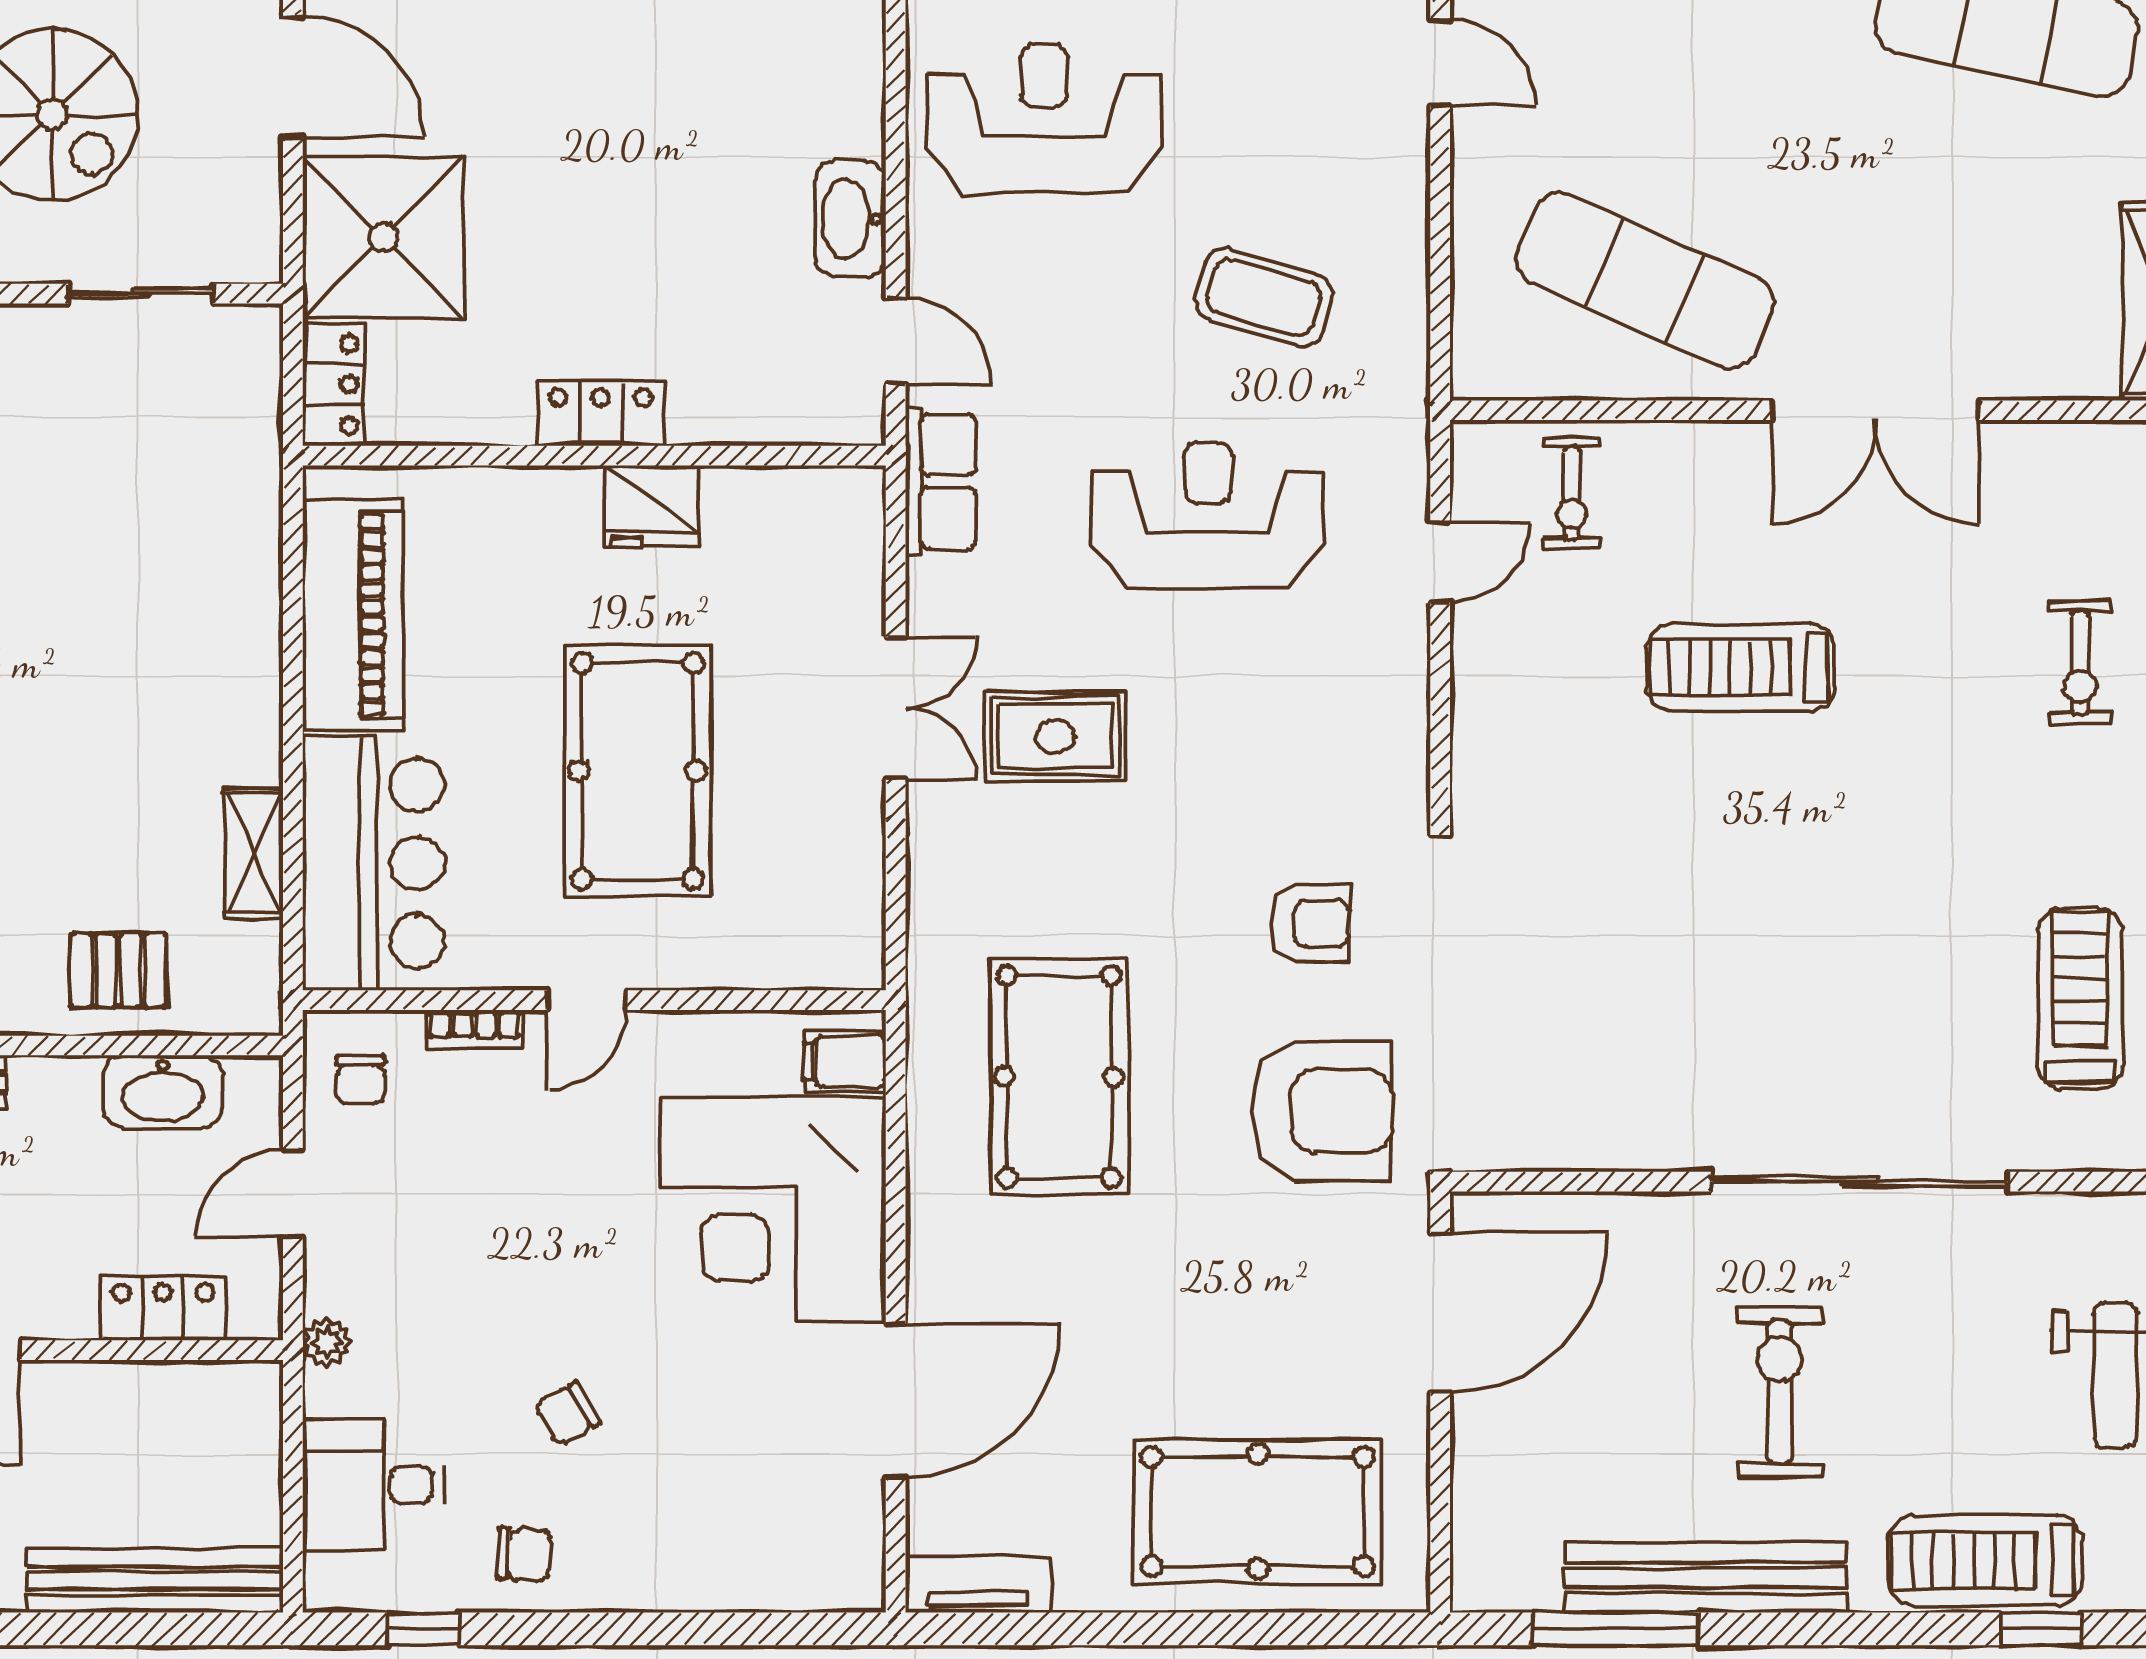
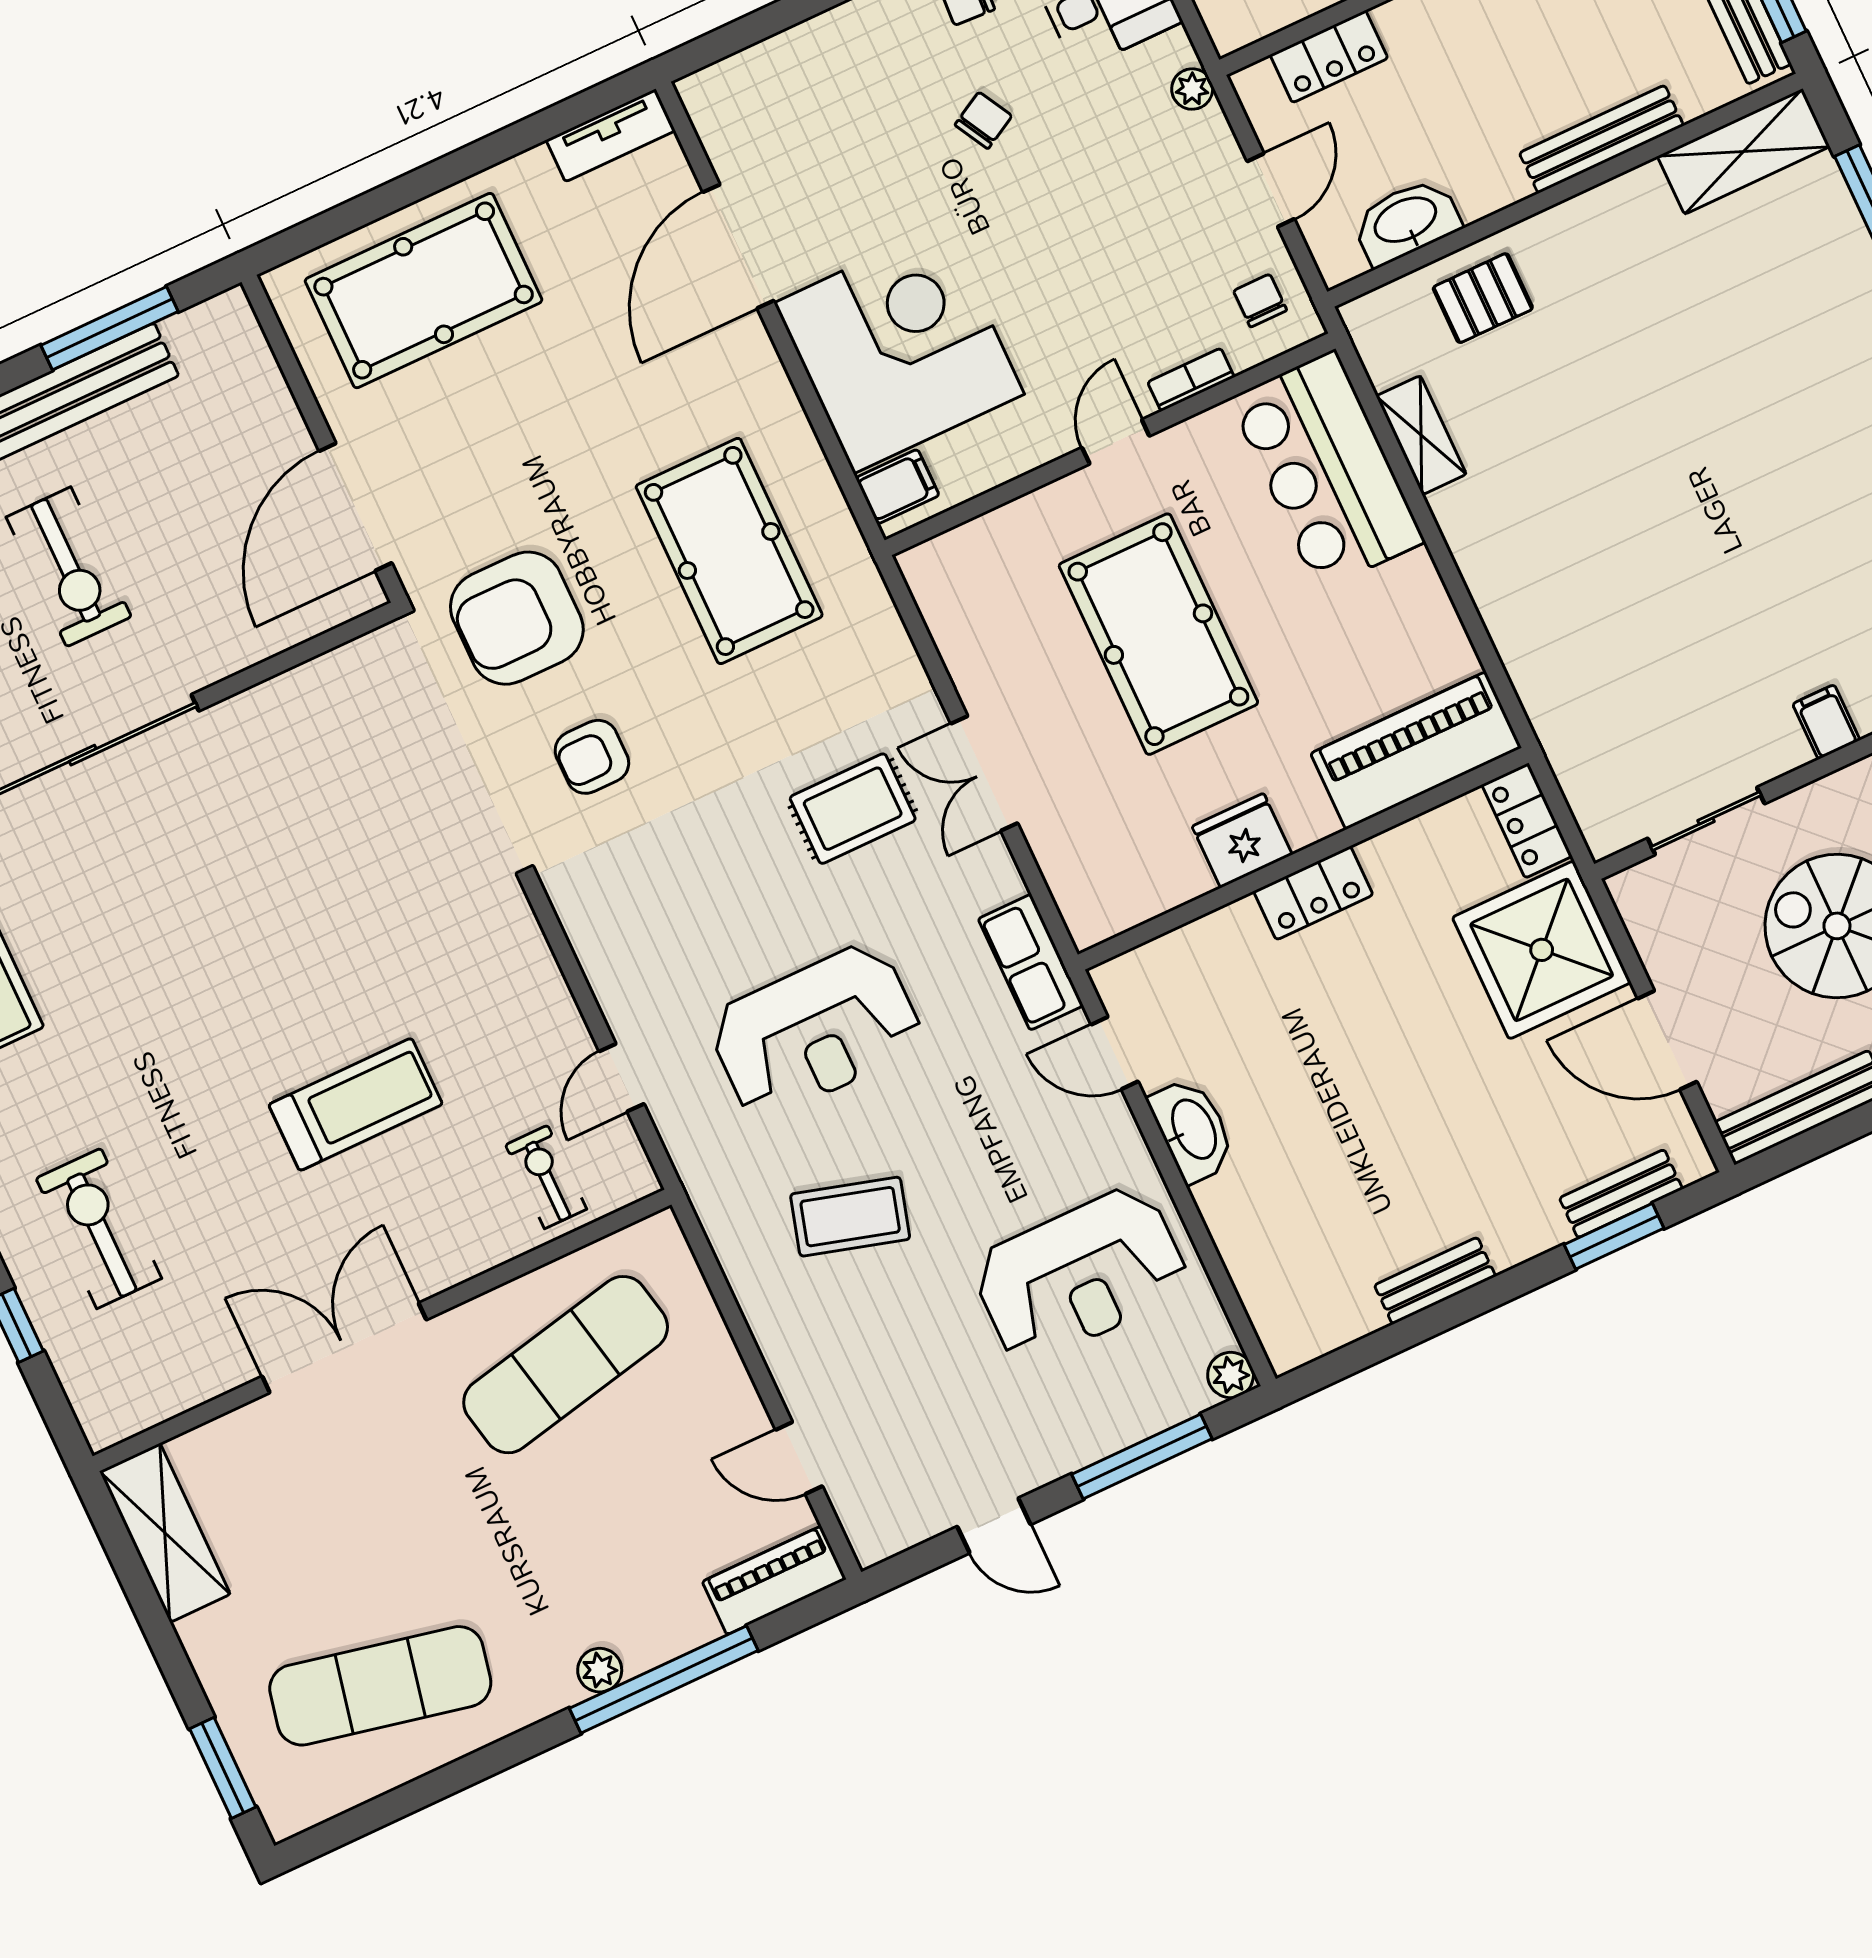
exercise mat: (1645, 281) -> (566, 1365), turned -36
piano: (353, 615) -> (1416, 751), moved, turned 90
exercise bike: (2080, 663) -> (99, 1228), width x1.38, depth x1.39

